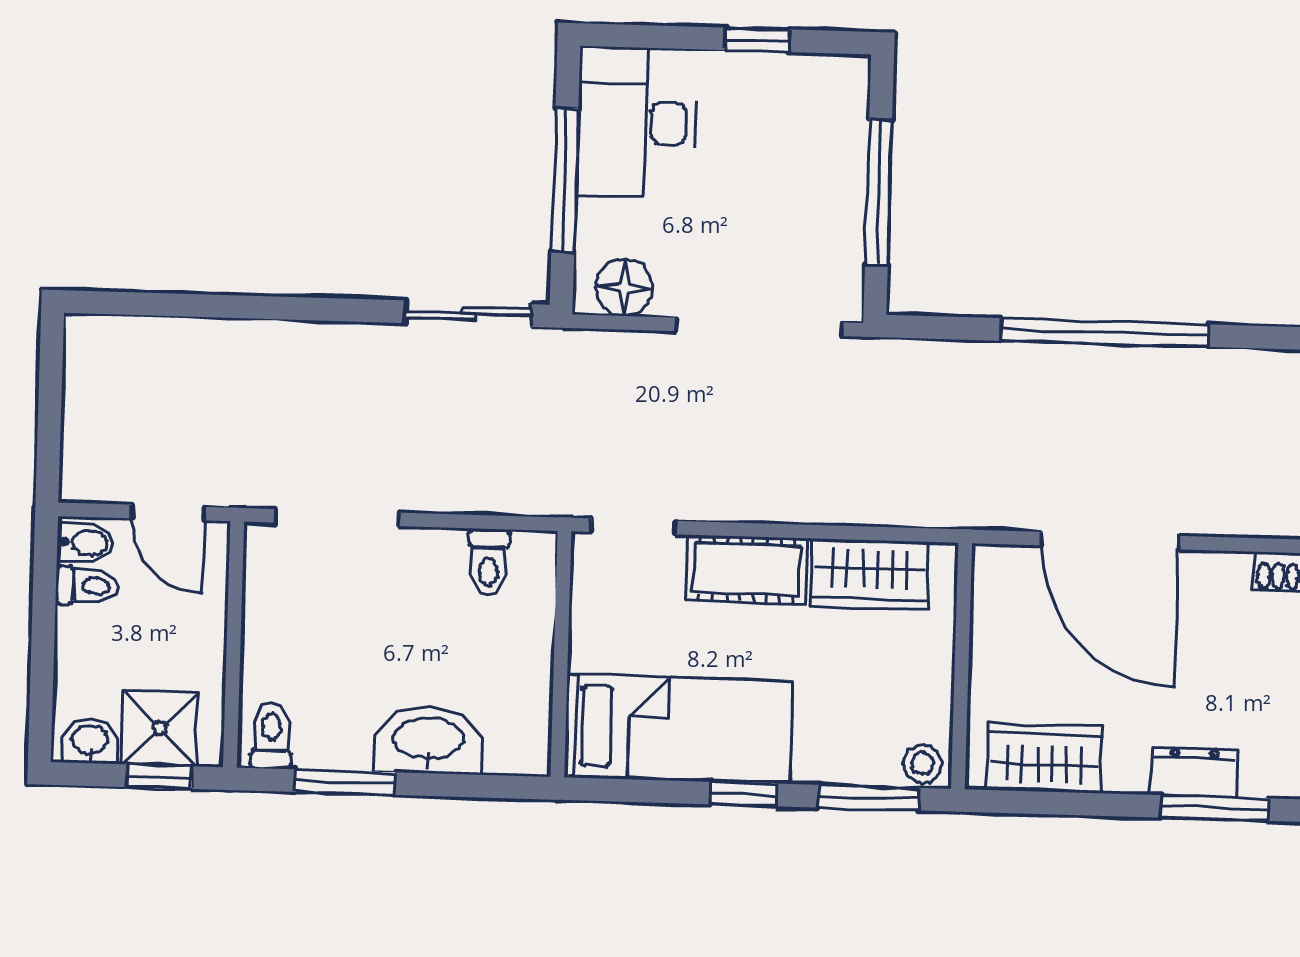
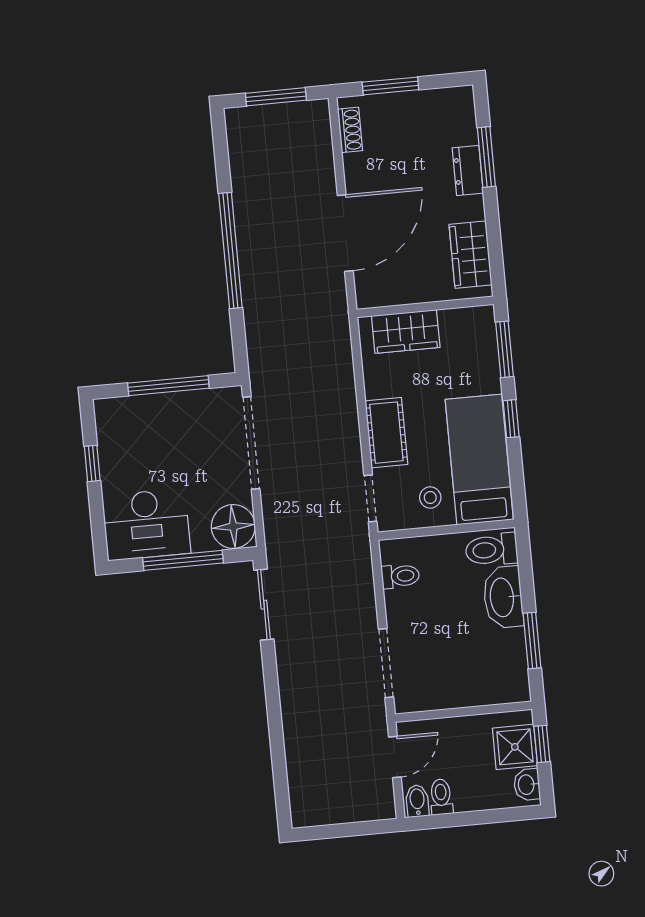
floor lamp: (624, 287) -> (233, 526), width x1.38, depth x1.38
wardrobe: (870, 574) -> (406, 332), moved, turned 90
toilet: (271, 736) -> (491, 550), moved, width x1.37, depth x1.39
stool: (923, 764) -> (430, 497), moved

